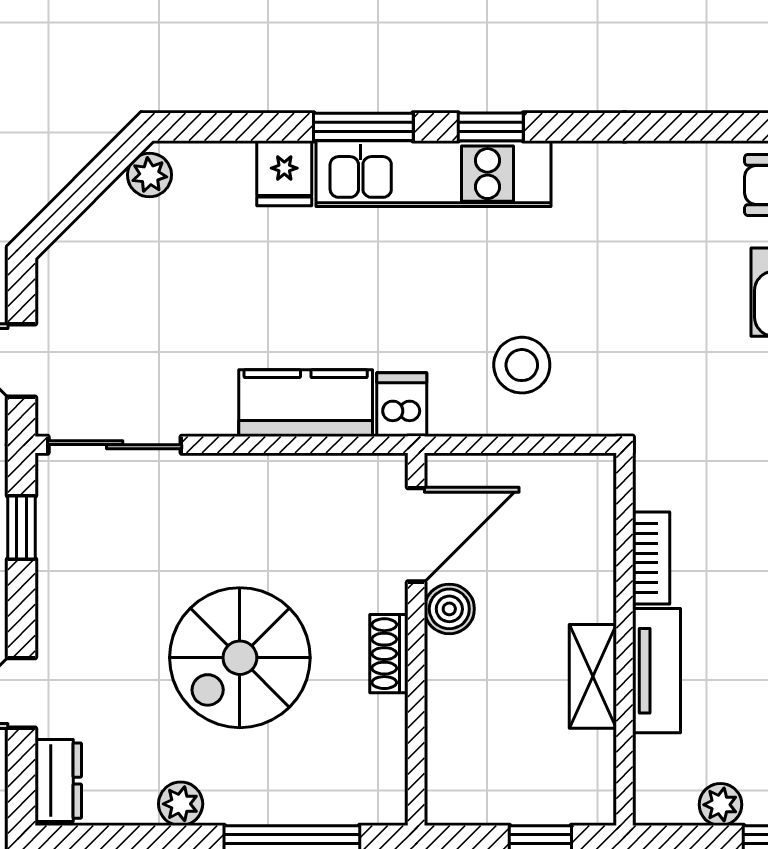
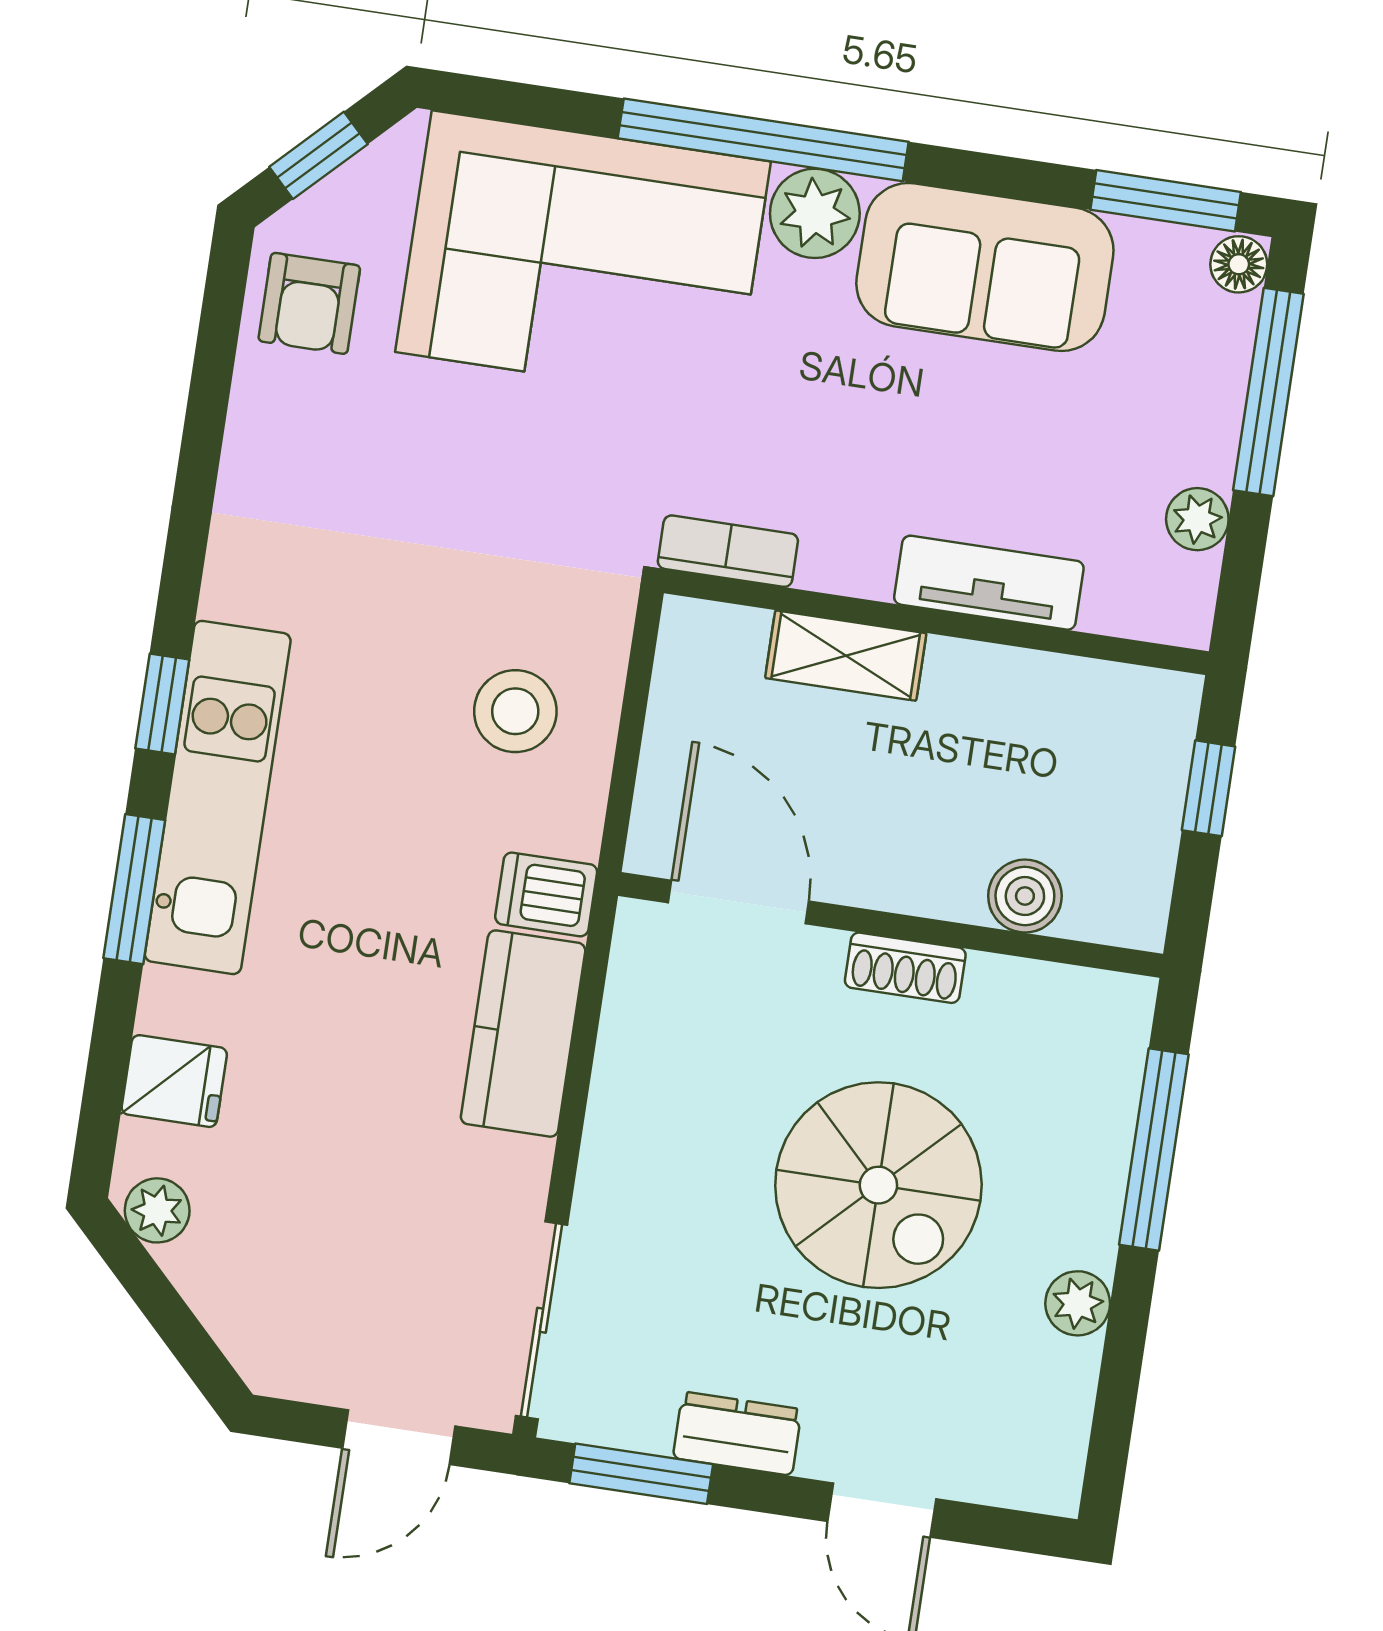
fridge: (284, 173) -> (174, 1081), moved
window: (22, 527) -> (641, 1474), width x1.50
bookcase: (651, 558) -> (728, 551), moved
boiler: (449, 609) -> (1025, 896), moved
shelving: (593, 676) -> (846, 656), moved
dresser: (58, 781) -> (737, 1434), moved

